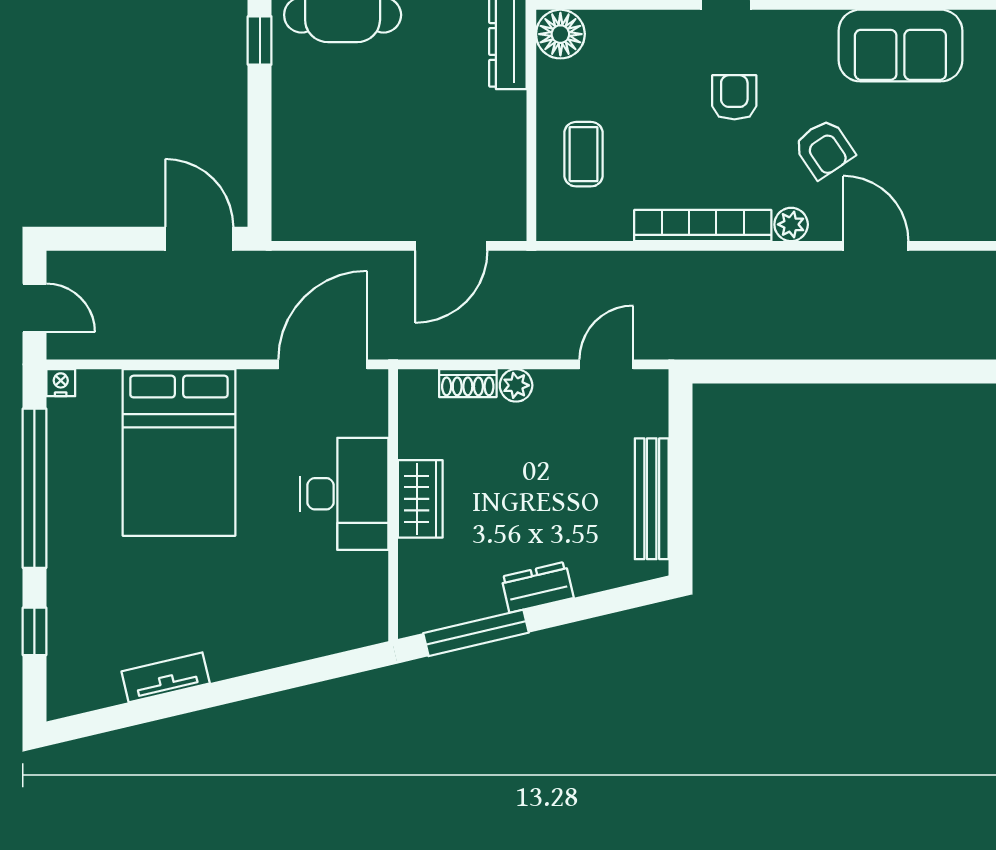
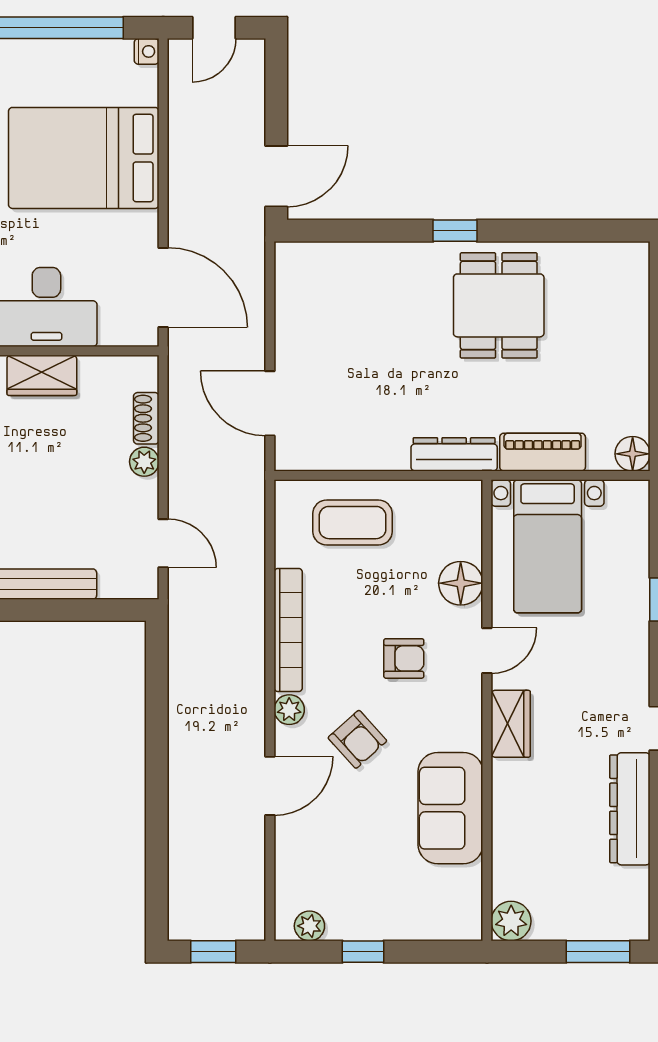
floor lamp: (560, 34) -> (461, 583), moved
armchair: (824, 149) -> (357, 739), turned -98
coffee table: (584, 154) -> (353, 523), width x1.36, depth x1.30

